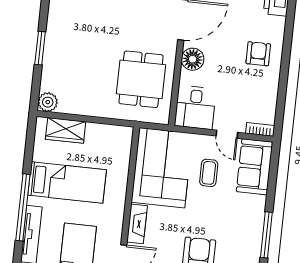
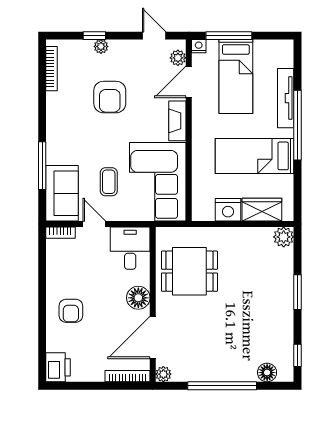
dining table: (141, 79) -> (189, 271), turned 90
nightstand: (98, 134) -> (228, 210), added
window: (266, 235) -> (42, 166), moved

